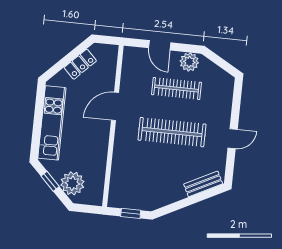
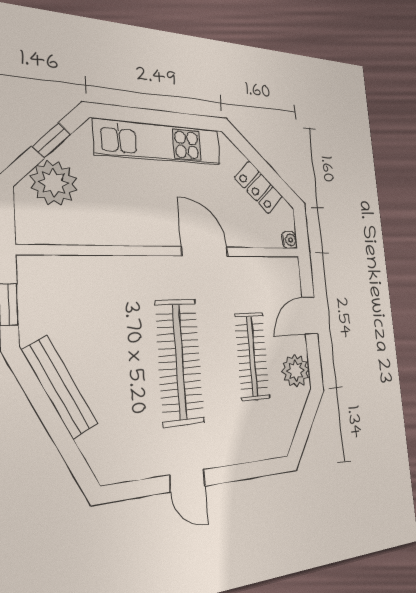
water cooler: (113, 50) -> (289, 240), added
bench: (203, 184) -> (60, 387), moved, width x1.36

